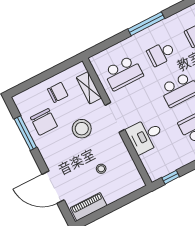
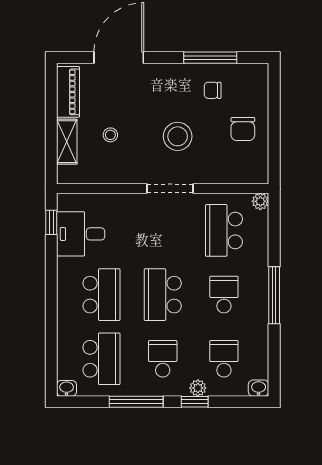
plant: (95, 60) -> (260, 201), added
shelving: (89, 88) -> (67, 142), moved, turned 90
chair: (44, 122) -> (213, 90), width x0.54, depth x0.54
desk: (145, 136) -> (81, 234), moved, turned -90

